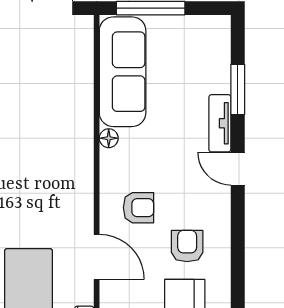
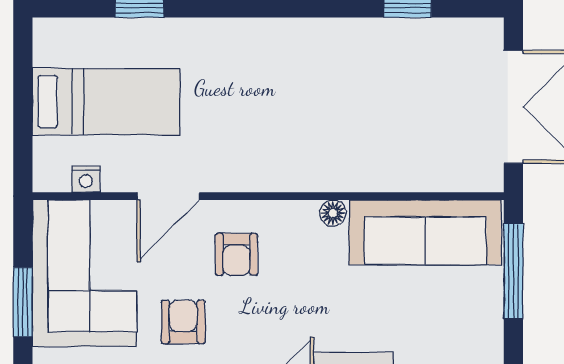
armchair: (187, 246) -> (183, 322), turned -90

